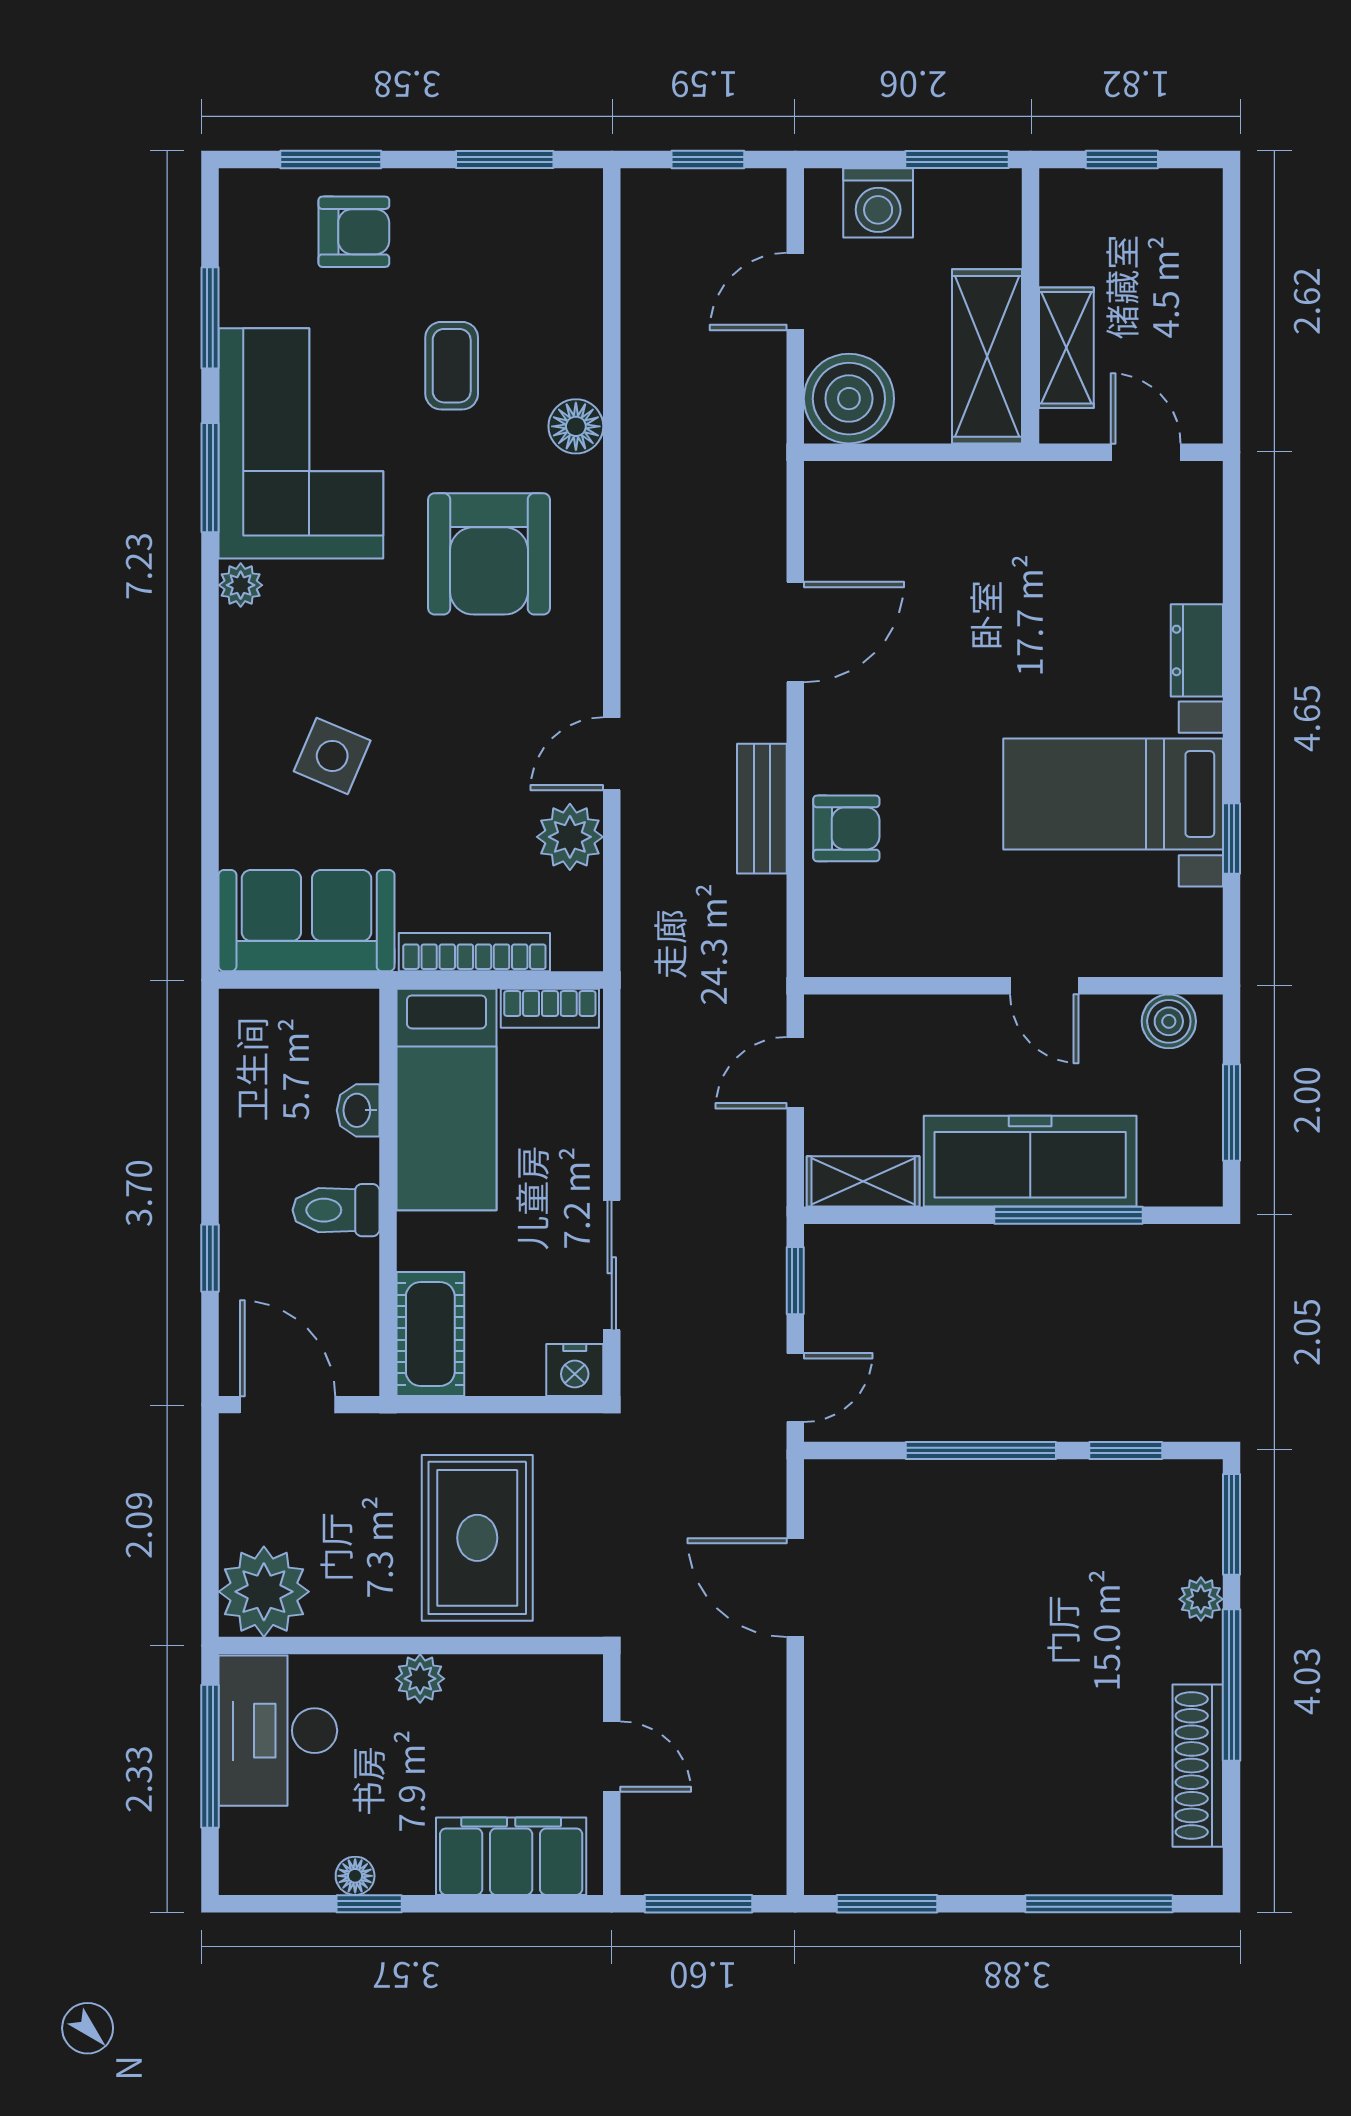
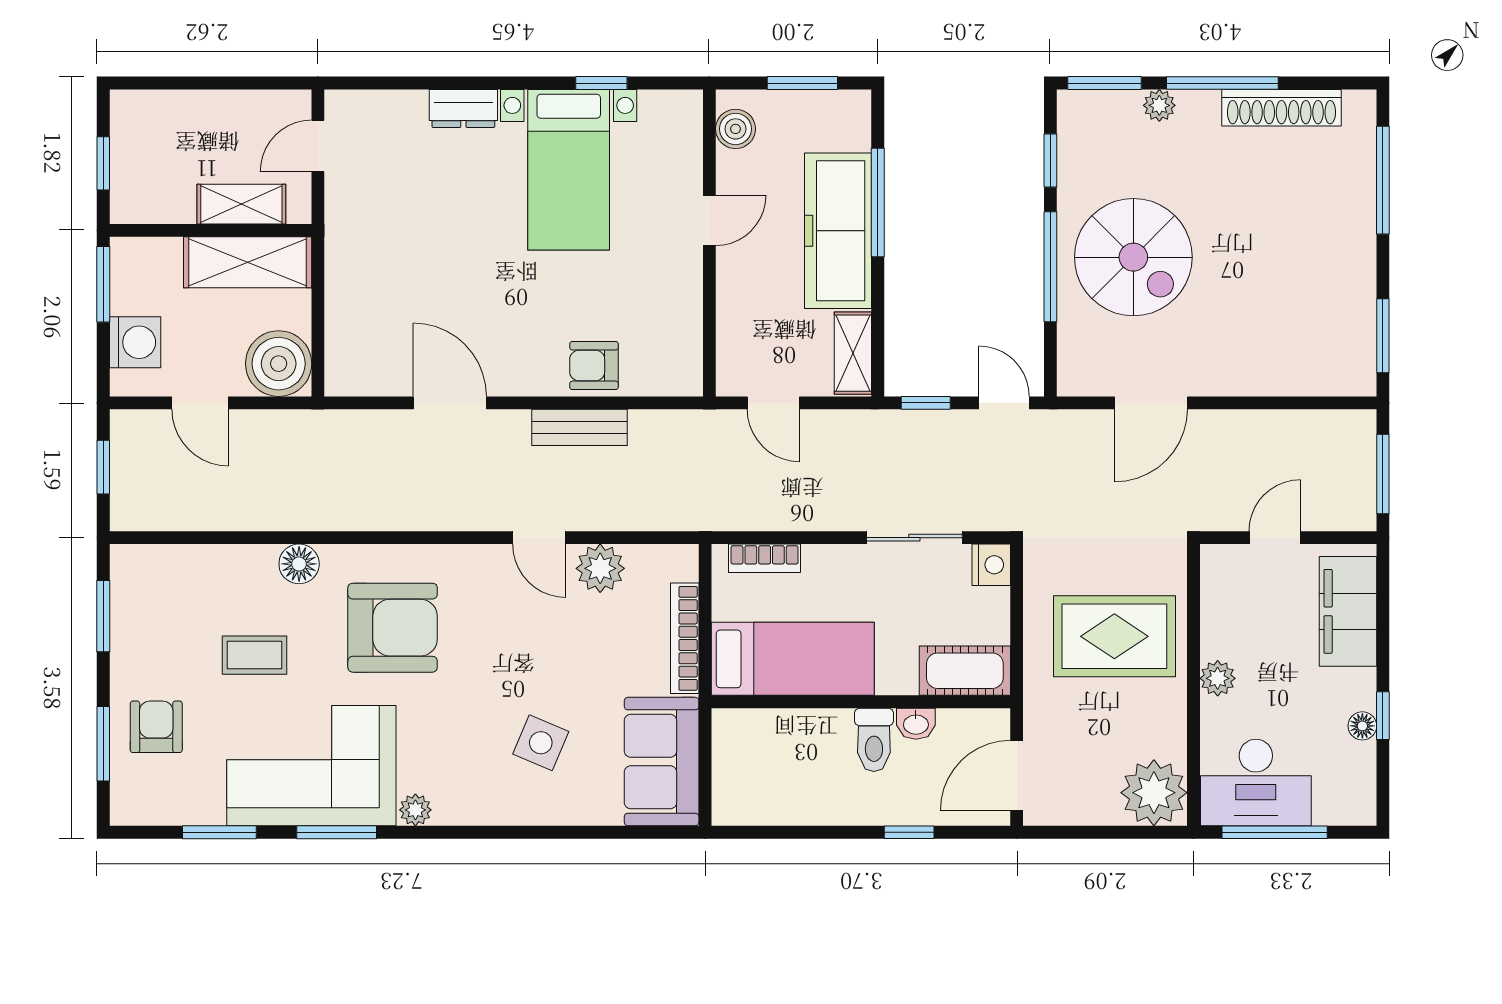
armchair: (846, 828) -> (594, 366), turned -90
bookcase: (550, 1008) -> (765, 558), moved, turned 90
washbasin: (358, 1110) -> (916, 724), moved
spiral stairs: (994, 1564) -> (1133, 257), added

